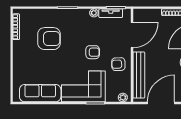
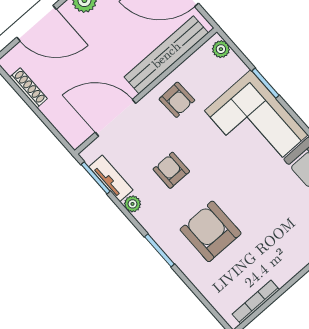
armchair: (49, 39) -> (211, 231), moved
armchair: (93, 52) -> (171, 170), moved

